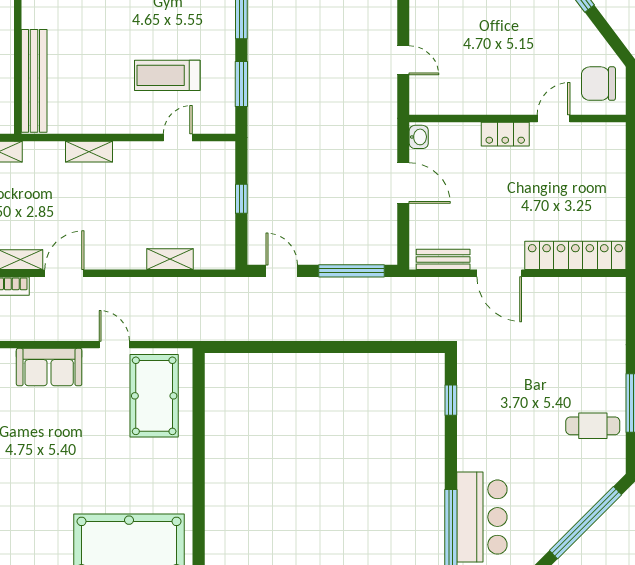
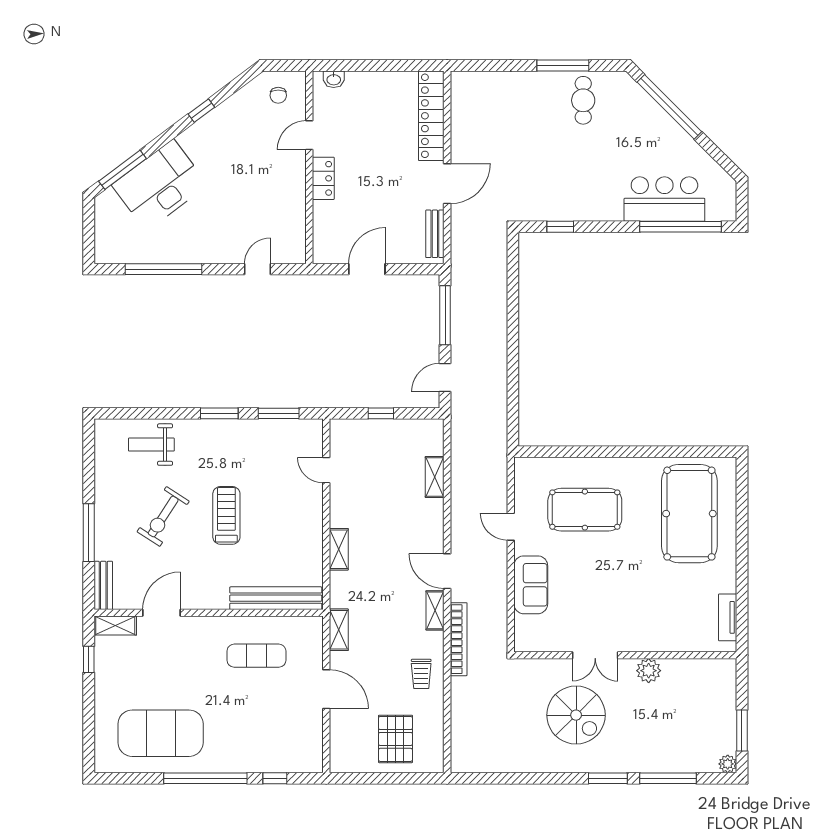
treadmill: (167, 75) -> (226, 515), moved, turned 180
chair: (598, 84) -> (278, 95), width x0.54, depth x0.54
door: (554, 118) -> (309, 135), hinge flipped
washbasin: (419, 137) -> (334, 79), moved, turned 180
door: (114, 345) -> (511, 527), hinge flipped
pool table: (154, 396) -> (585, 510), moved

